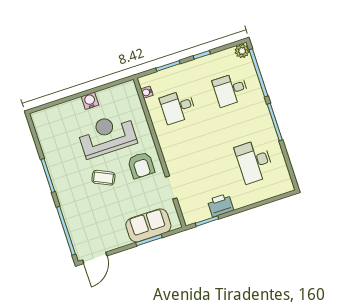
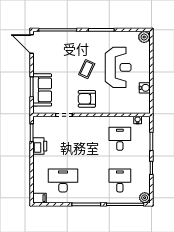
water cooler: (90, 101) -> (145, 88), moved
plant: (39, 118) -> (144, 37), added
reception desk: (107, 135) -> (118, 67), moved
filing cabinet: (286, 184) -> (39, 198), added

